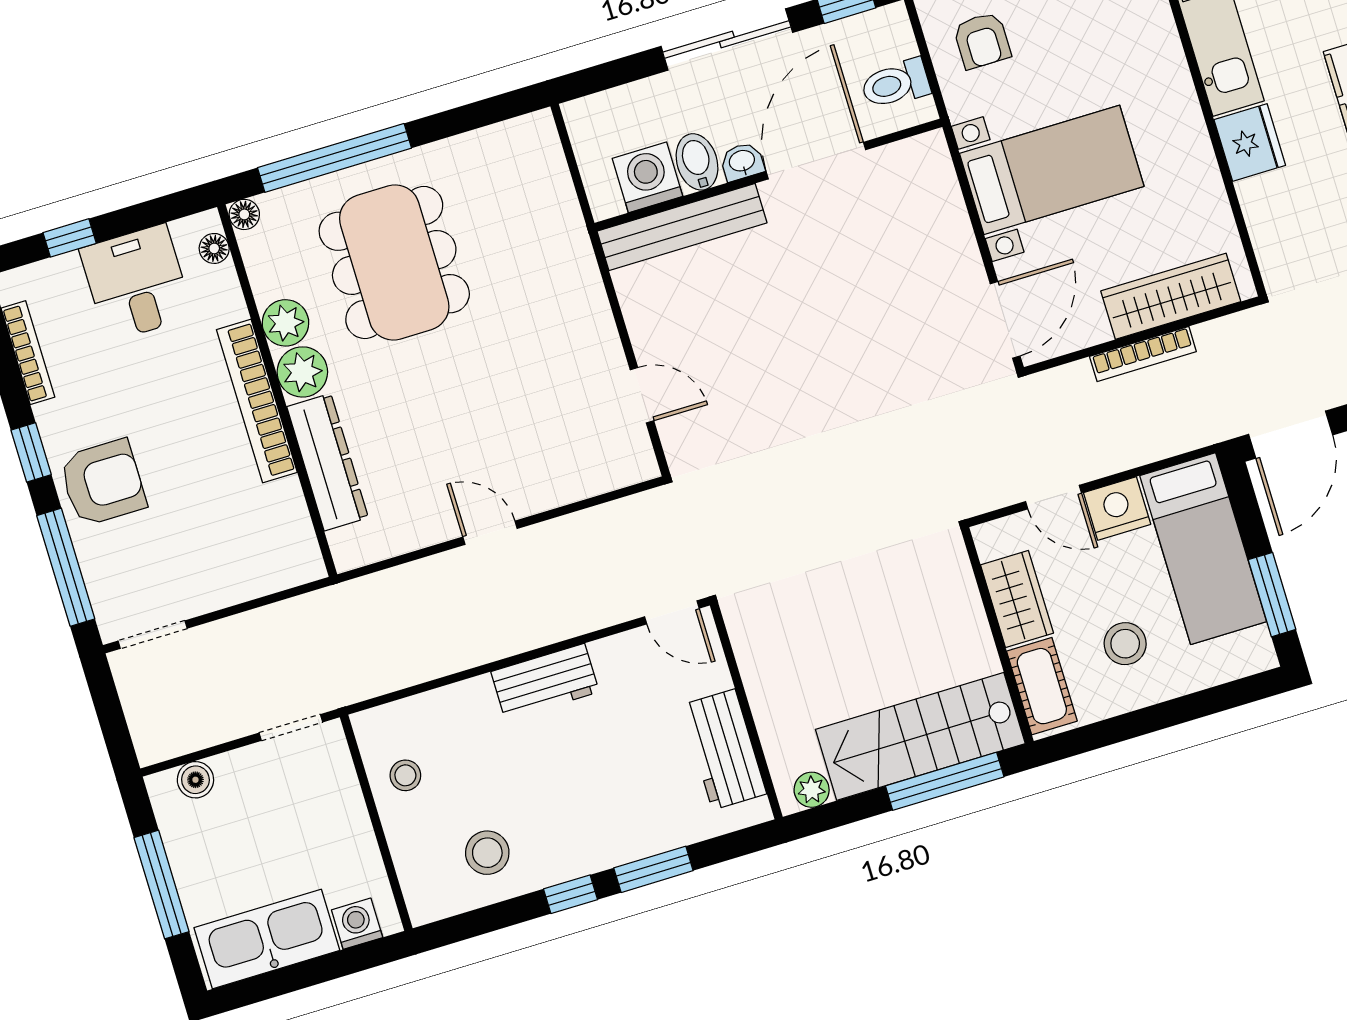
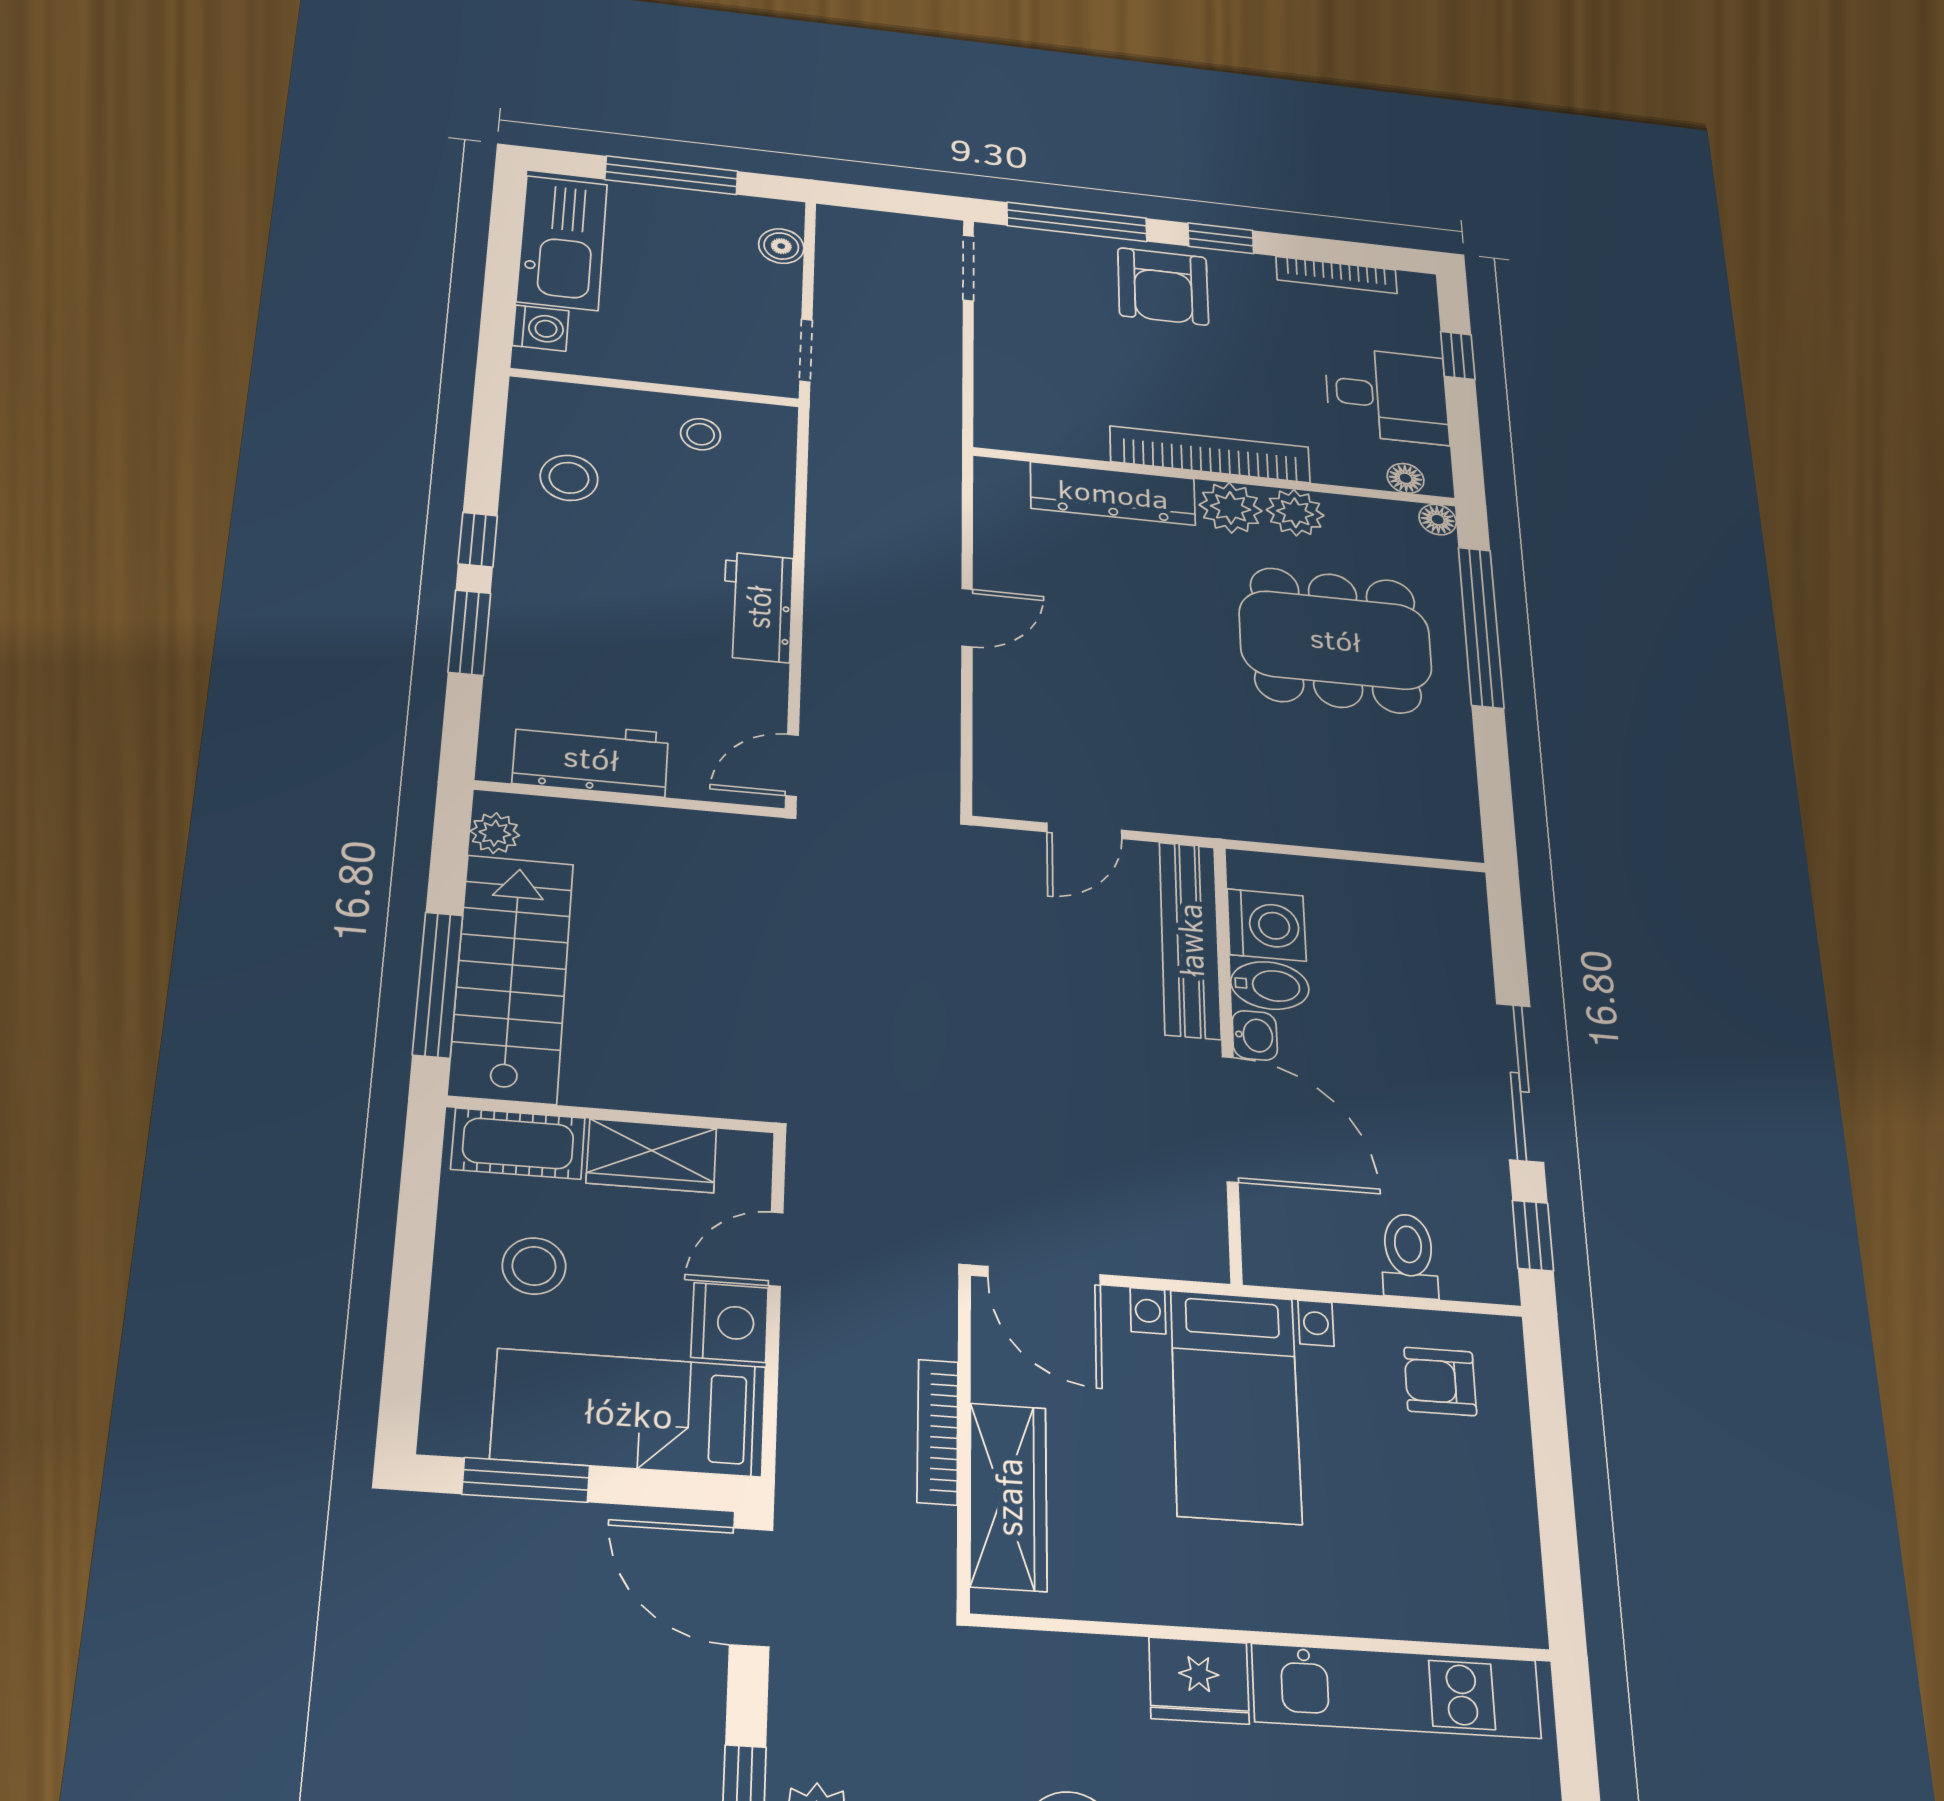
door: (816, 161) -> (1230, 1119), moved
bidet: (697, 162) -> (1270, 985), moved
washbasin: (742, 162) -> (1255, 1035), moved
wall: (768, 175) -> (1228, 1059), moved
washing machine: (647, 177) -> (1267, 925), moved
bench: (682, 227) -> (1190, 940), moved

